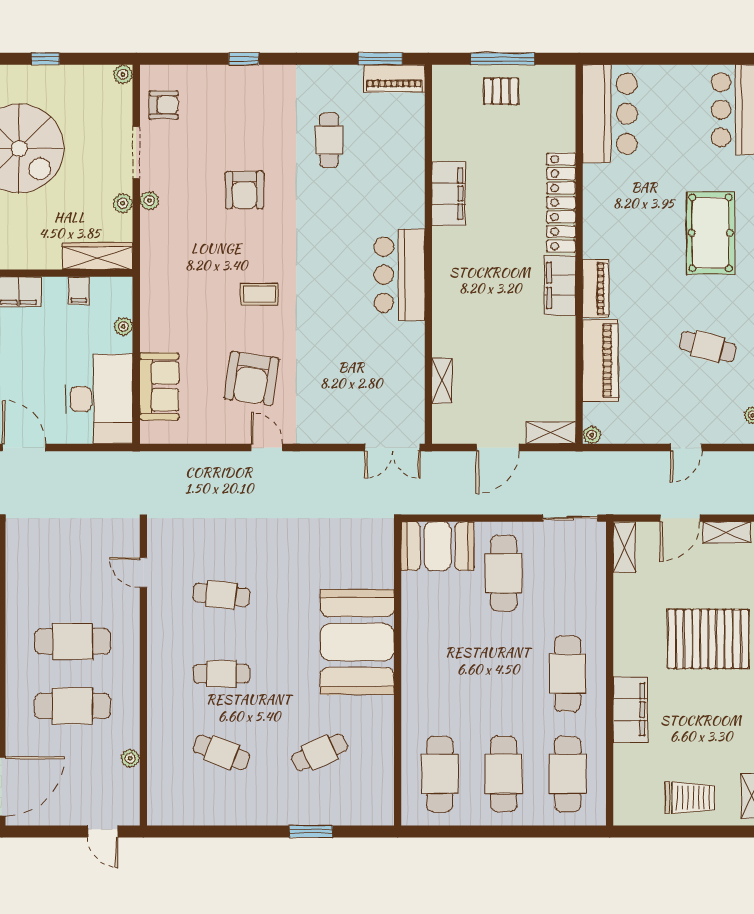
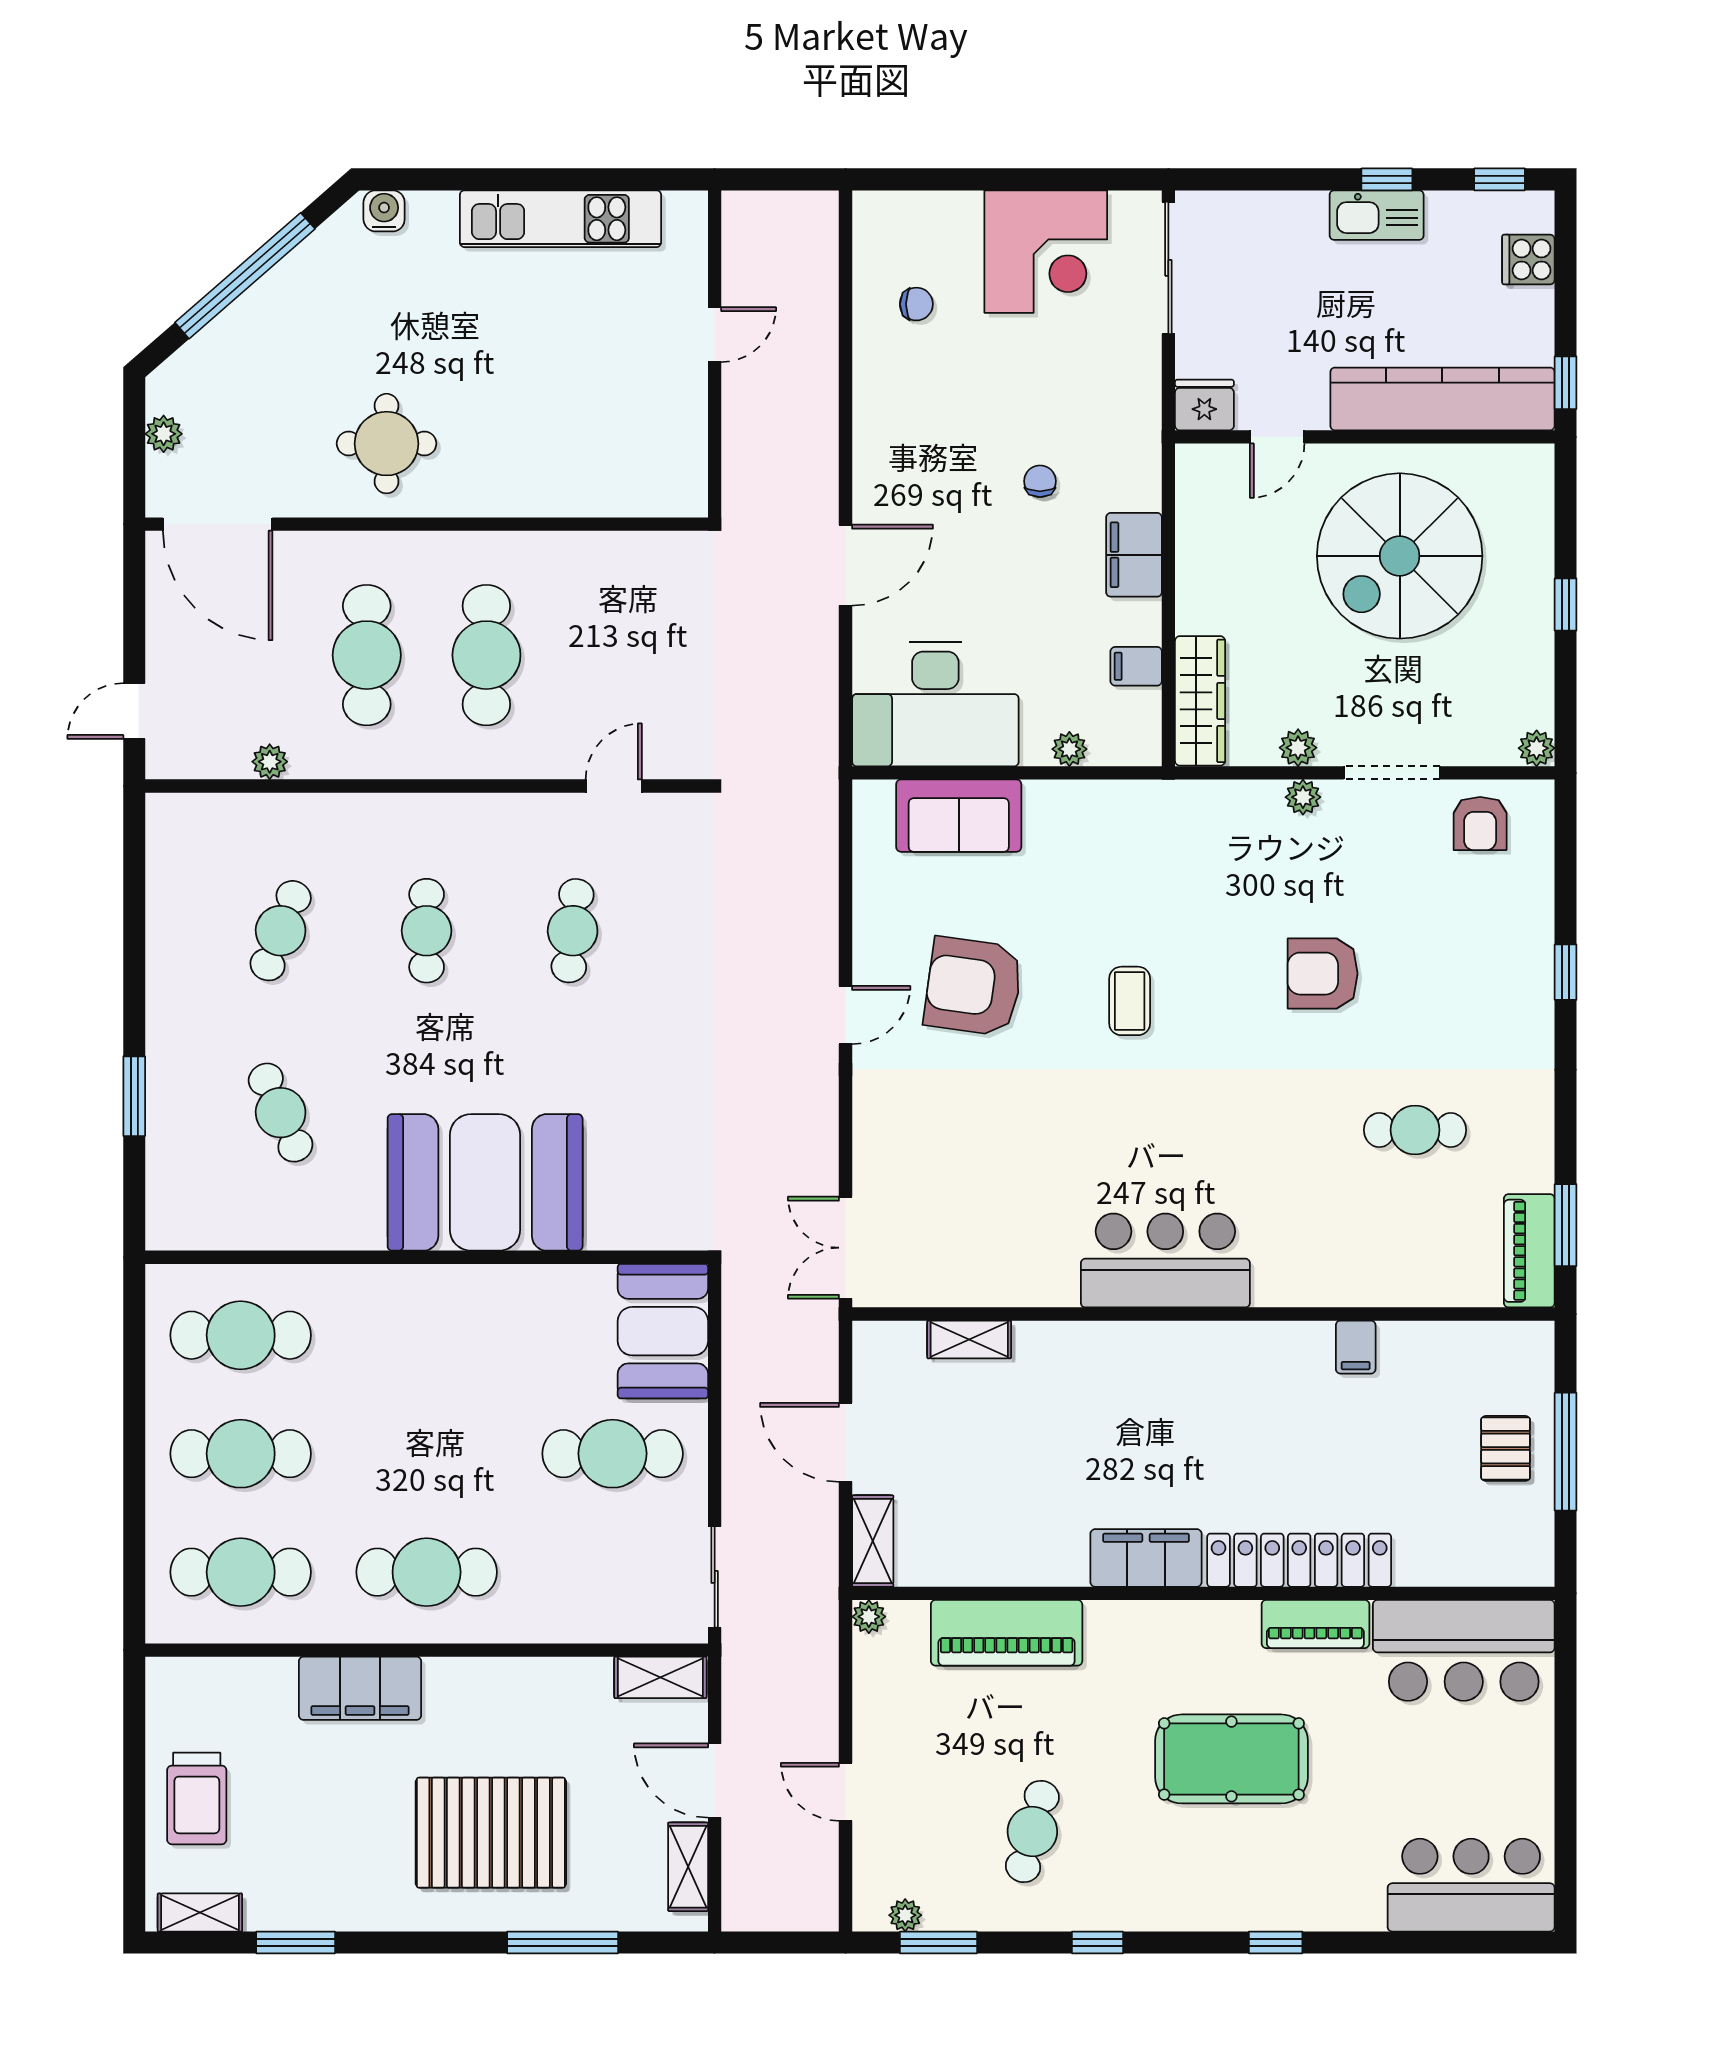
filing cabinet: (449, 194) -> (1356, 1347), width x0.33, depth x0.86
pool table: (711, 233) -> (1231, 1759), moved
piano: (596, 289) -> (1315, 1624), moved
pallet: (708, 639) -> (491, 1833), turned 90

